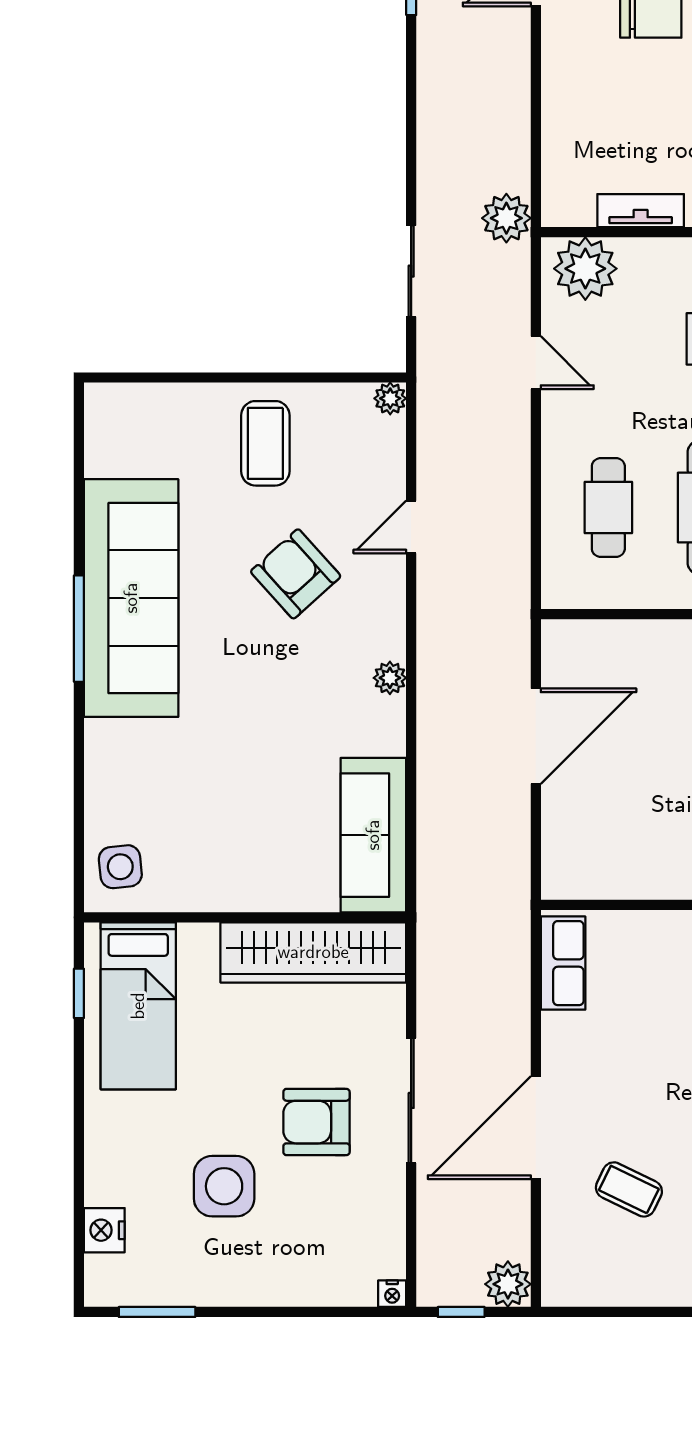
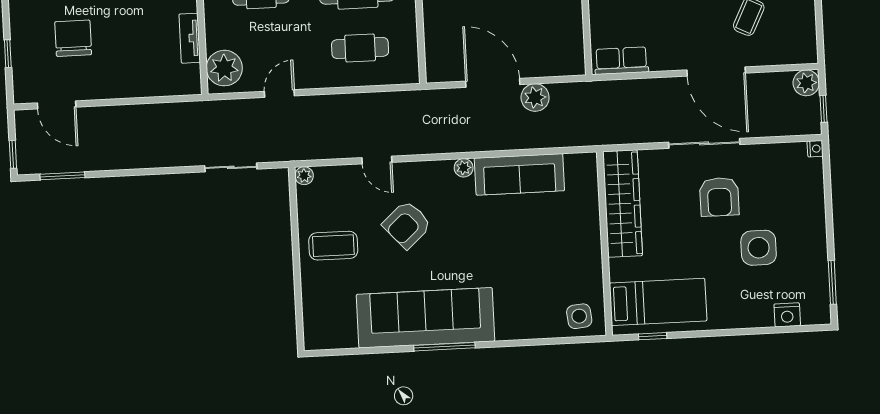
plant: (506, 218) -> (535, 97), moved
sofa: (373, 835) -> (519, 174), moved

